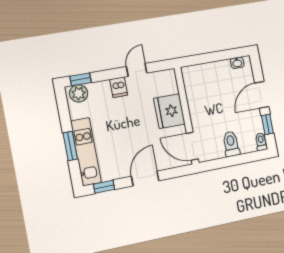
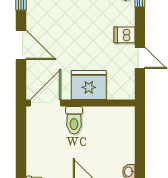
toilet: (231, 144) -> (74, 120), moved, turned 90

